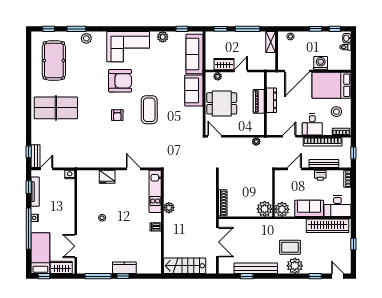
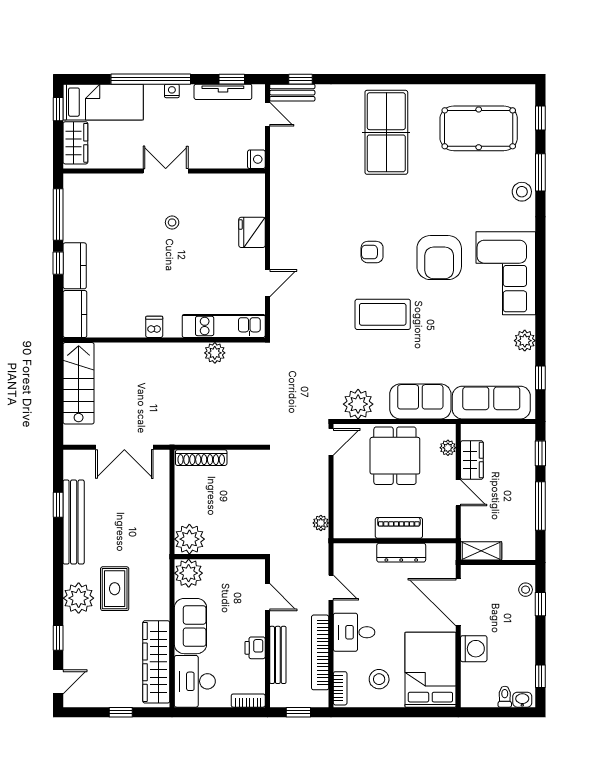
window: (316, 29) -> (540, 604), moved
shelving: (271, 42) -> (481, 551), moved
plant: (195, 122) -> (358, 404), added
plant: (169, 208) -> (215, 353), moved
double door: (76, 246) -> (166, 171), moved
kitchen counter: (149, 268) -> (75, 314), added

